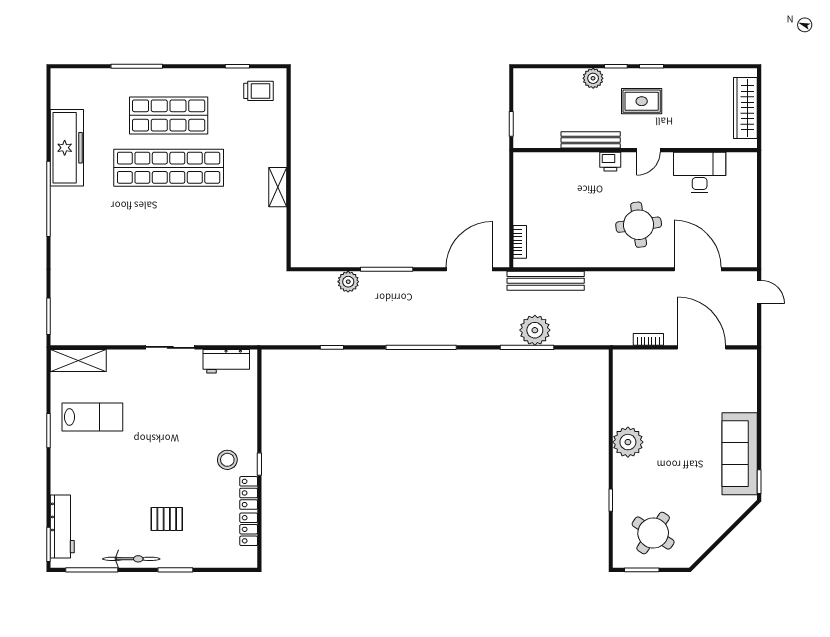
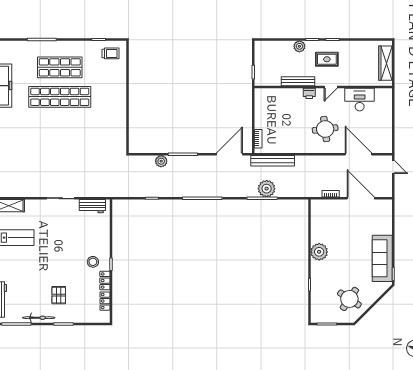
shelving: (278, 187) -> (121, 108), removed
pallet: (167, 519) -> (59, 295), turned 90
round table: (653, 533) -> (349, 299), moved

